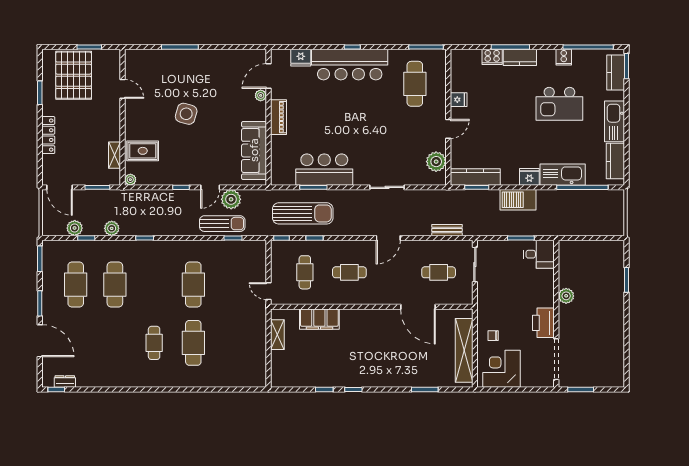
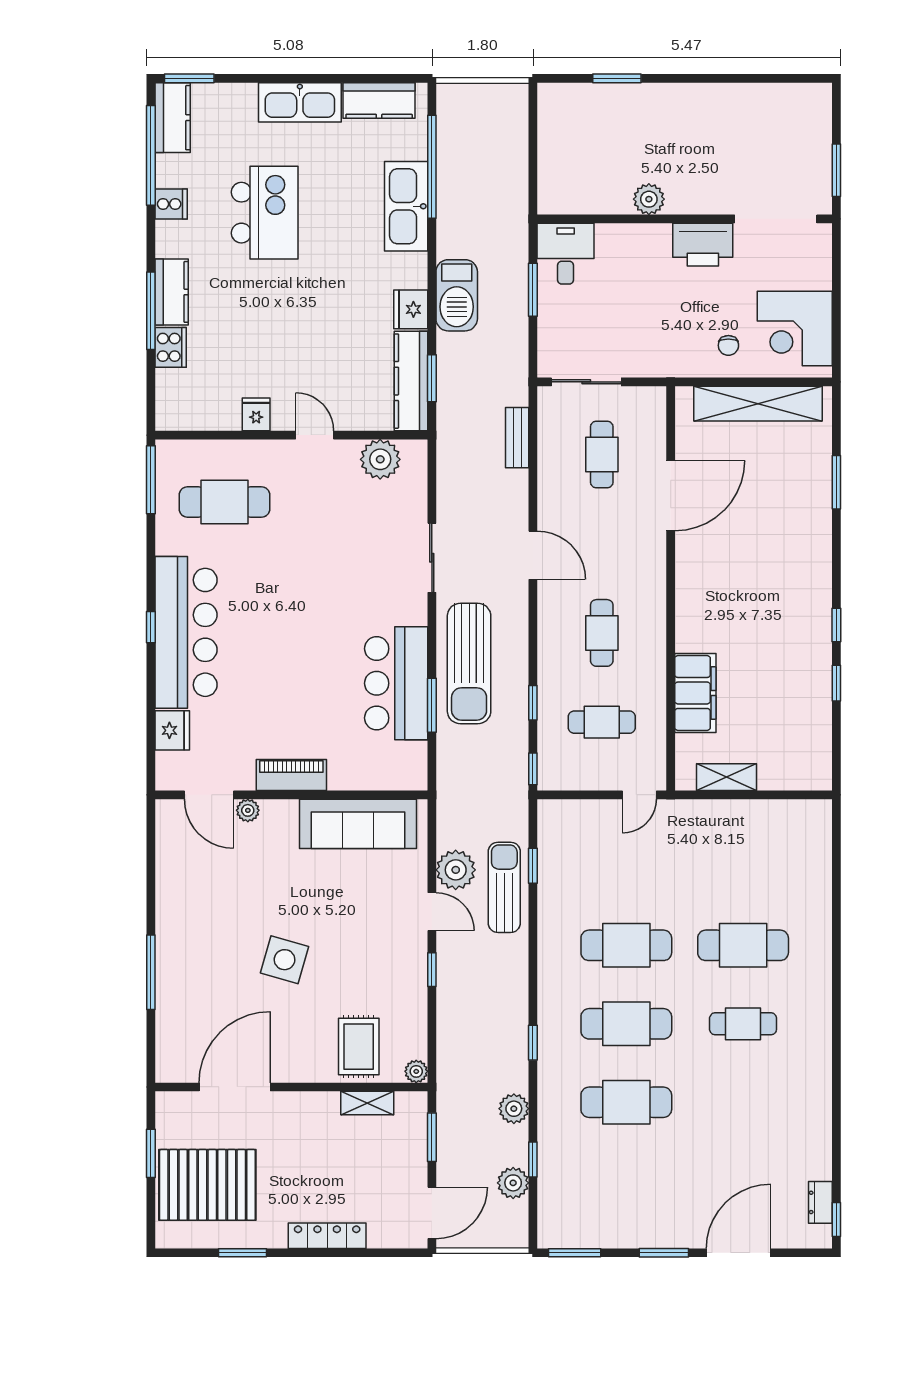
kitchen counter: (616, 73) -> (173, 118), moved, turned -90
door: (123, 89) -> (235, 1087), width x1.87
fridge: (529, 177) -> (411, 309), moved
sun lounger: (303, 213) -> (469, 664), moved, turned 180
cafe table: (76, 285) -> (626, 1024), moved

